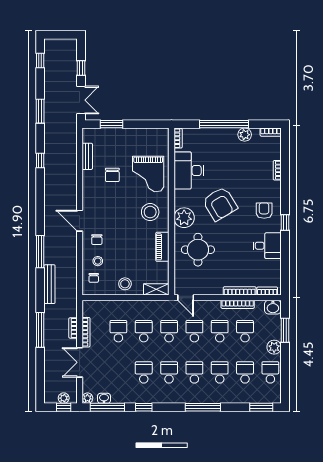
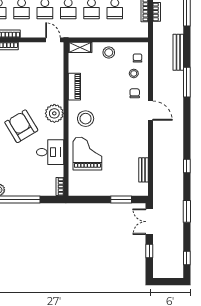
desk: (189, 170) -> (50, 152), width x0.73
chair: (112, 175) -> (120, 153), removed
round table: (198, 250) -> (42, 84), removed

